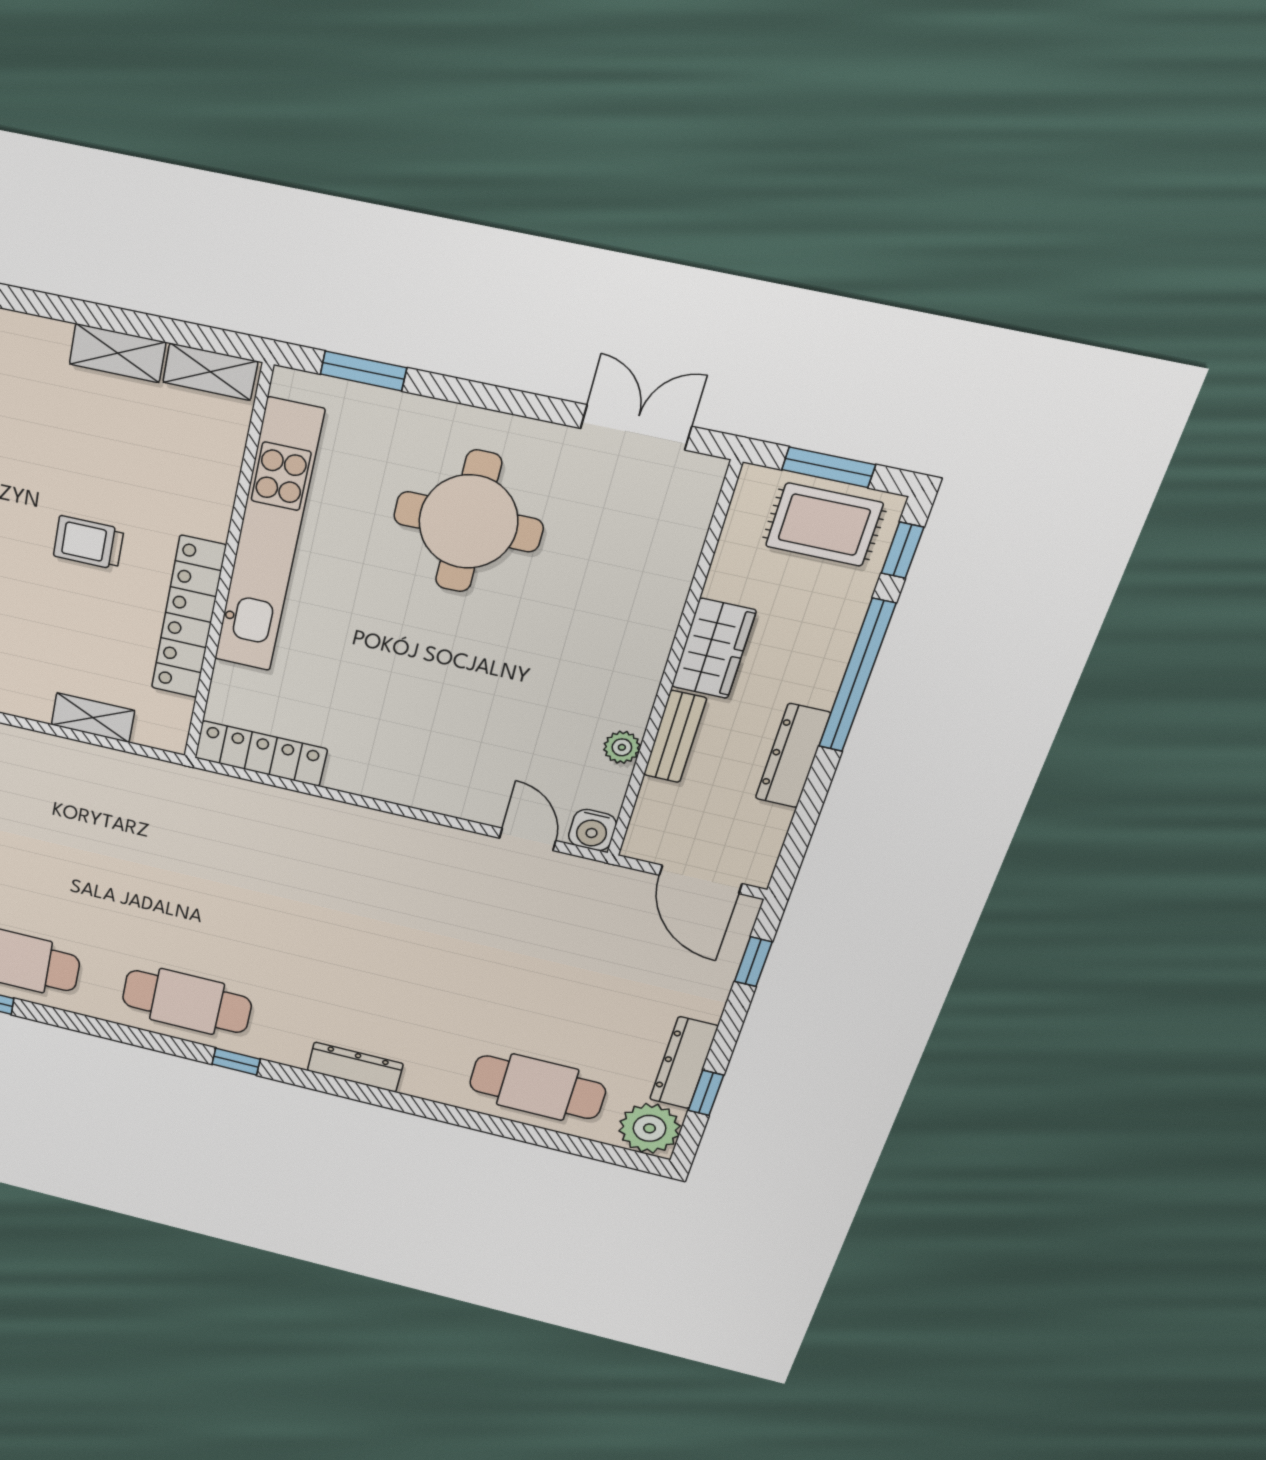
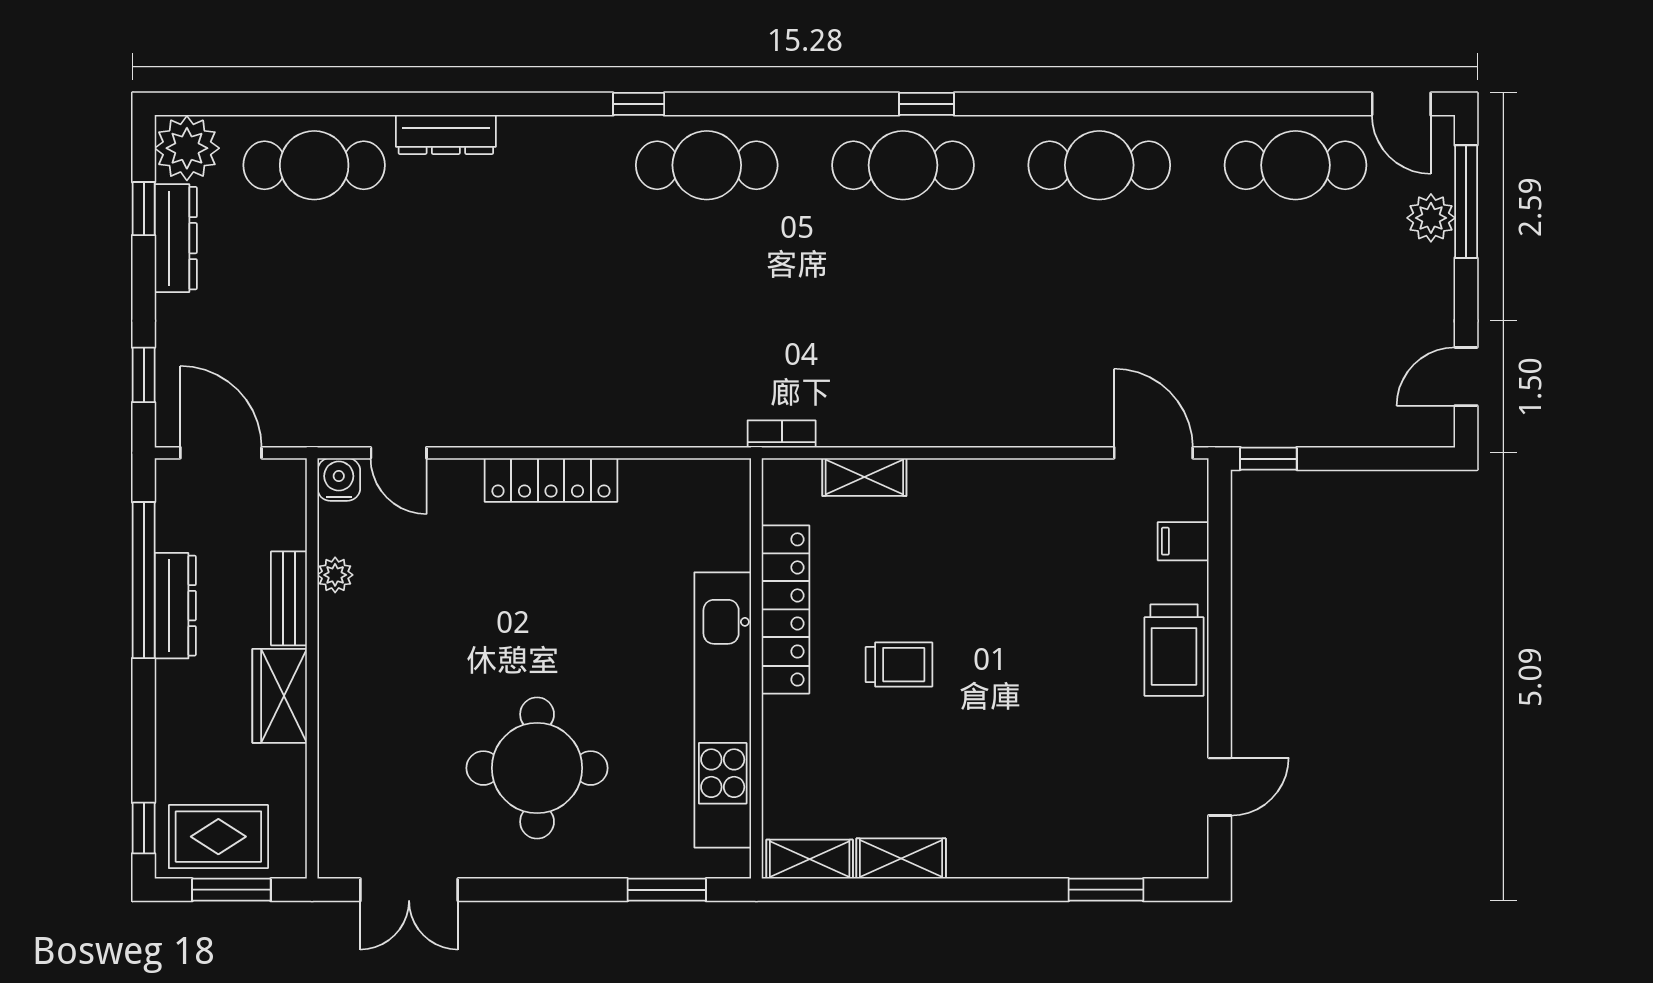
window: (857, 676) -> (144, 580), moved
locker: (261, 753) -> (551, 480), moved
bookcase: (163, 772) -> (782, 434), added
dresser: (355, 1067) -> (446, 134), moved

